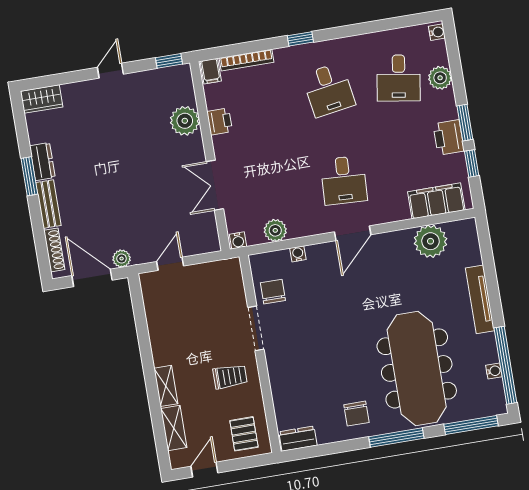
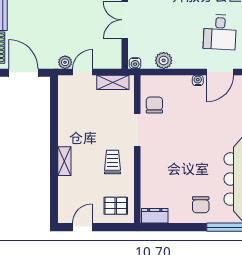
water cooler: (298, 254) -> (198, 80), moved
plant: (122, 259) -> (65, 62), moved
trolley: (230, 377) -> (112, 162), turned -90
shelving: (174, 428) -> (113, 82), moved, turned 90
pallet: (244, 434) -> (116, 206), turned 90

